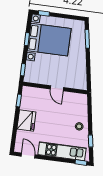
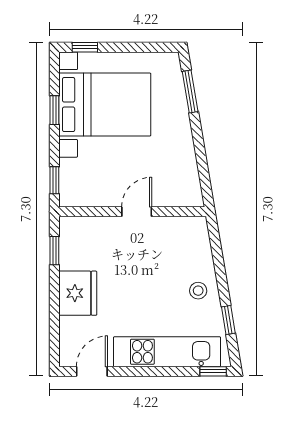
door: (57, 88) -> (137, 212), swing flipped
door: (28, 155) -> (92, 371), hinge flipped

